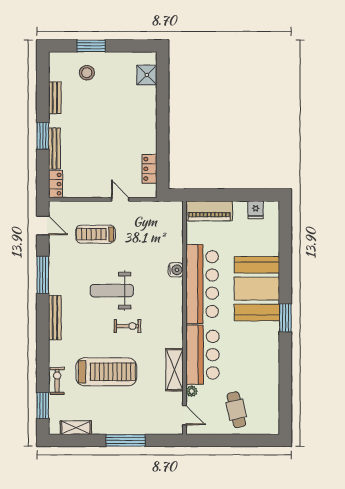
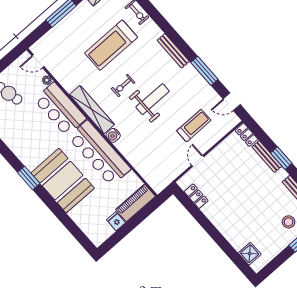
door: (120, 199) -> (198, 161), swing flipped
fridge: (256, 210) -> (116, 221), moved
water cooler: (176, 270) -> (113, 135), moved
shelving: (175, 370) -> (92, 110), moved, width x1.47

